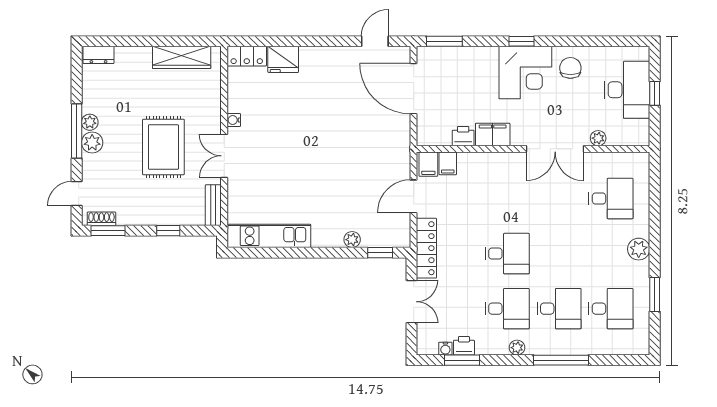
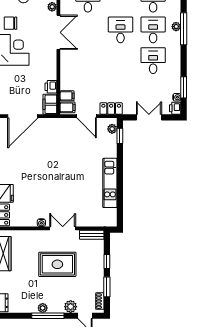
filing cabinet: (493, 134) -> (50, 104), moved
plant: (92, 143) -> (71, 307), moved
double door: (224, 156) -> (63, 228), swing flipped
window: (108, 231) -> (107, 287), moved
kitchen unit: (269, 236) -> (110, 183), moved
plant: (352, 240) -> (112, 129), moved
locker: (426, 248) -> (111, 108), width x0.66
desk: (507, 254) -> (120, 30), moved
printer: (464, 346) -> (175, 108), moved
plant: (517, 348) -> (176, 27), moved

